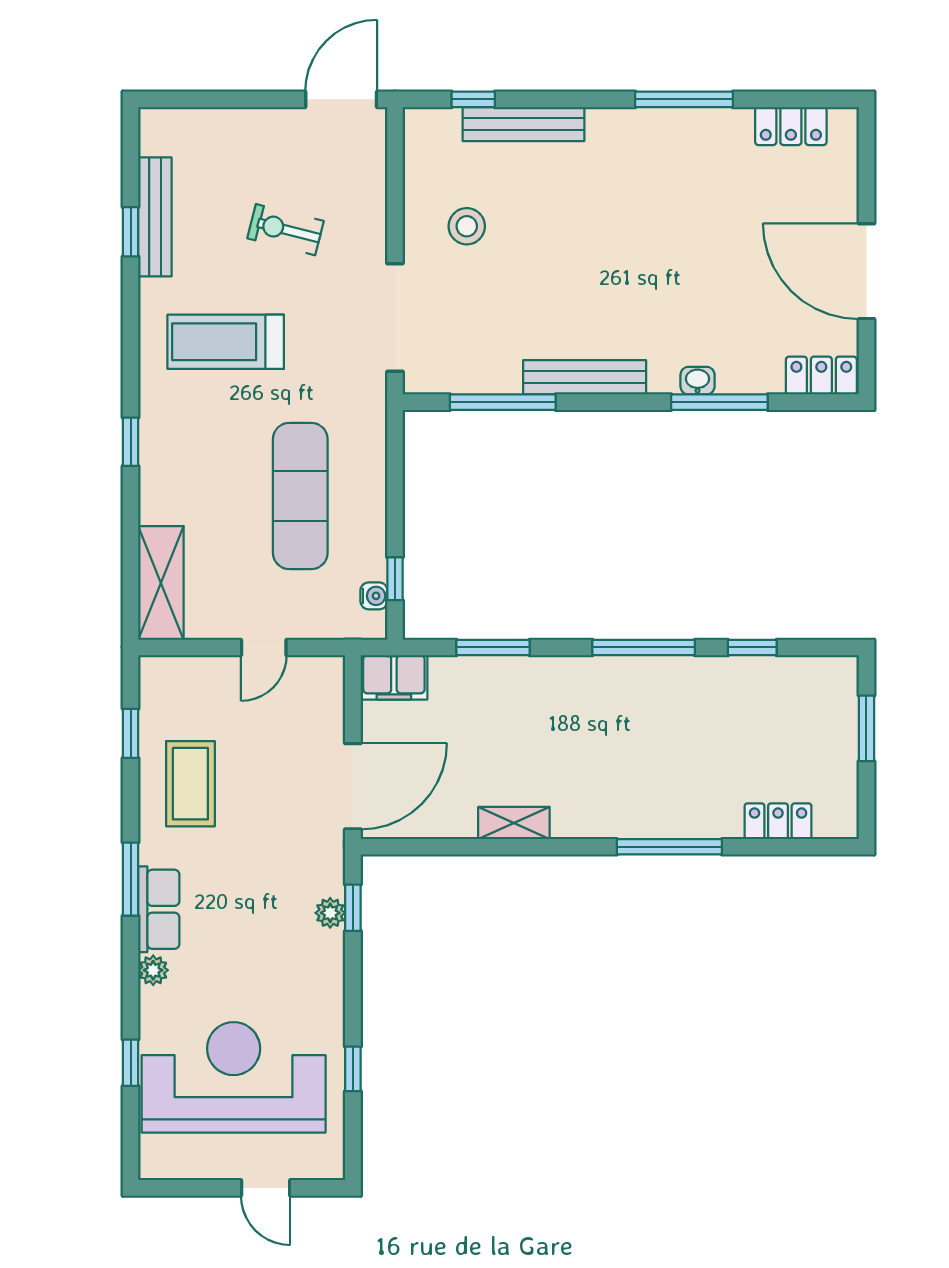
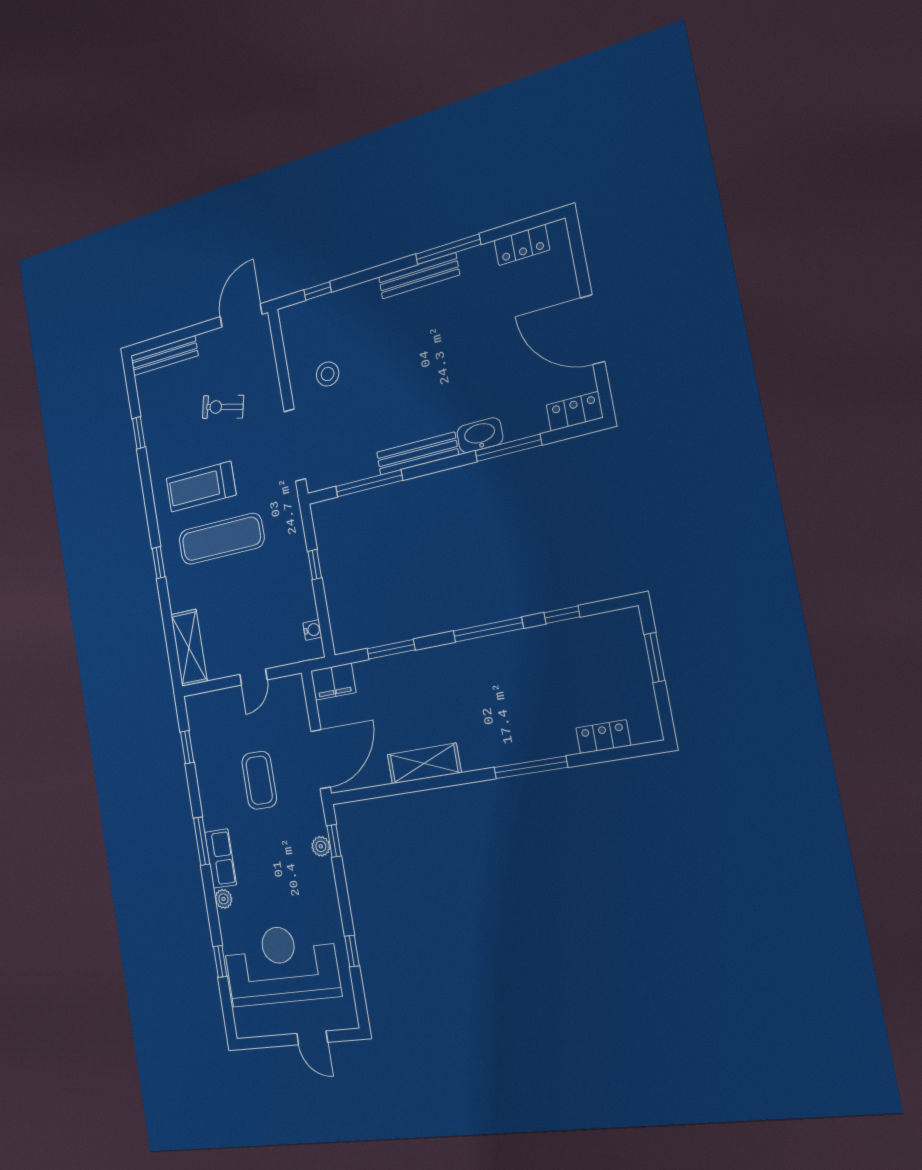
bench: (524, 124) -> (419, 276), moved
bench: (155, 217) -> (164, 356), moved, turned 90
washbasin: (698, 381) -> (480, 435), width x1.91, depth x1.45
exercise mat: (300, 496) -> (221, 539), moved, turned 90
window: (395, 579) -> (315, 565), moved
coffee table: (190, 784) -> (259, 780), moved
shelving: (514, 823) -> (424, 764), width x1.50, depth x1.33

